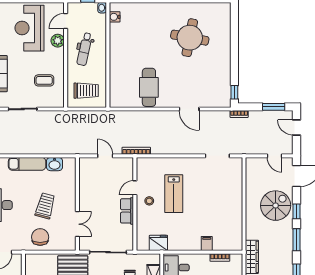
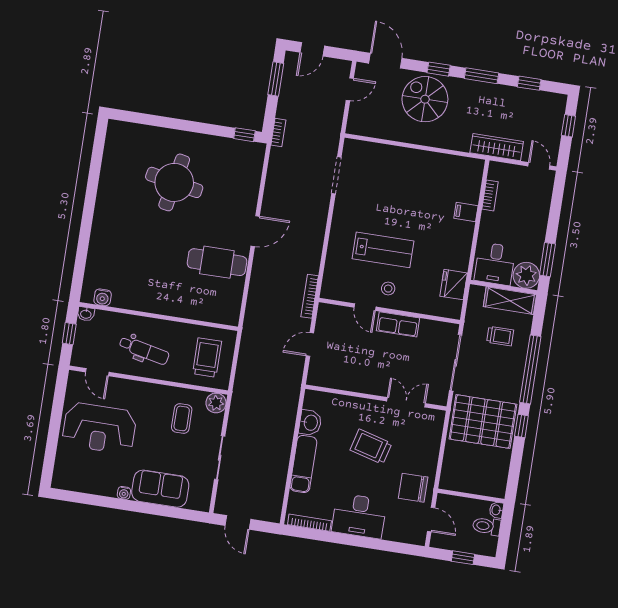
round table: (190, 38) -> (174, 182), moved
plant: (58, 41) -> (216, 403), moved
door: (189, 109) -> (255, 231), moved
chair: (40, 237) -> (413, 488), moved

